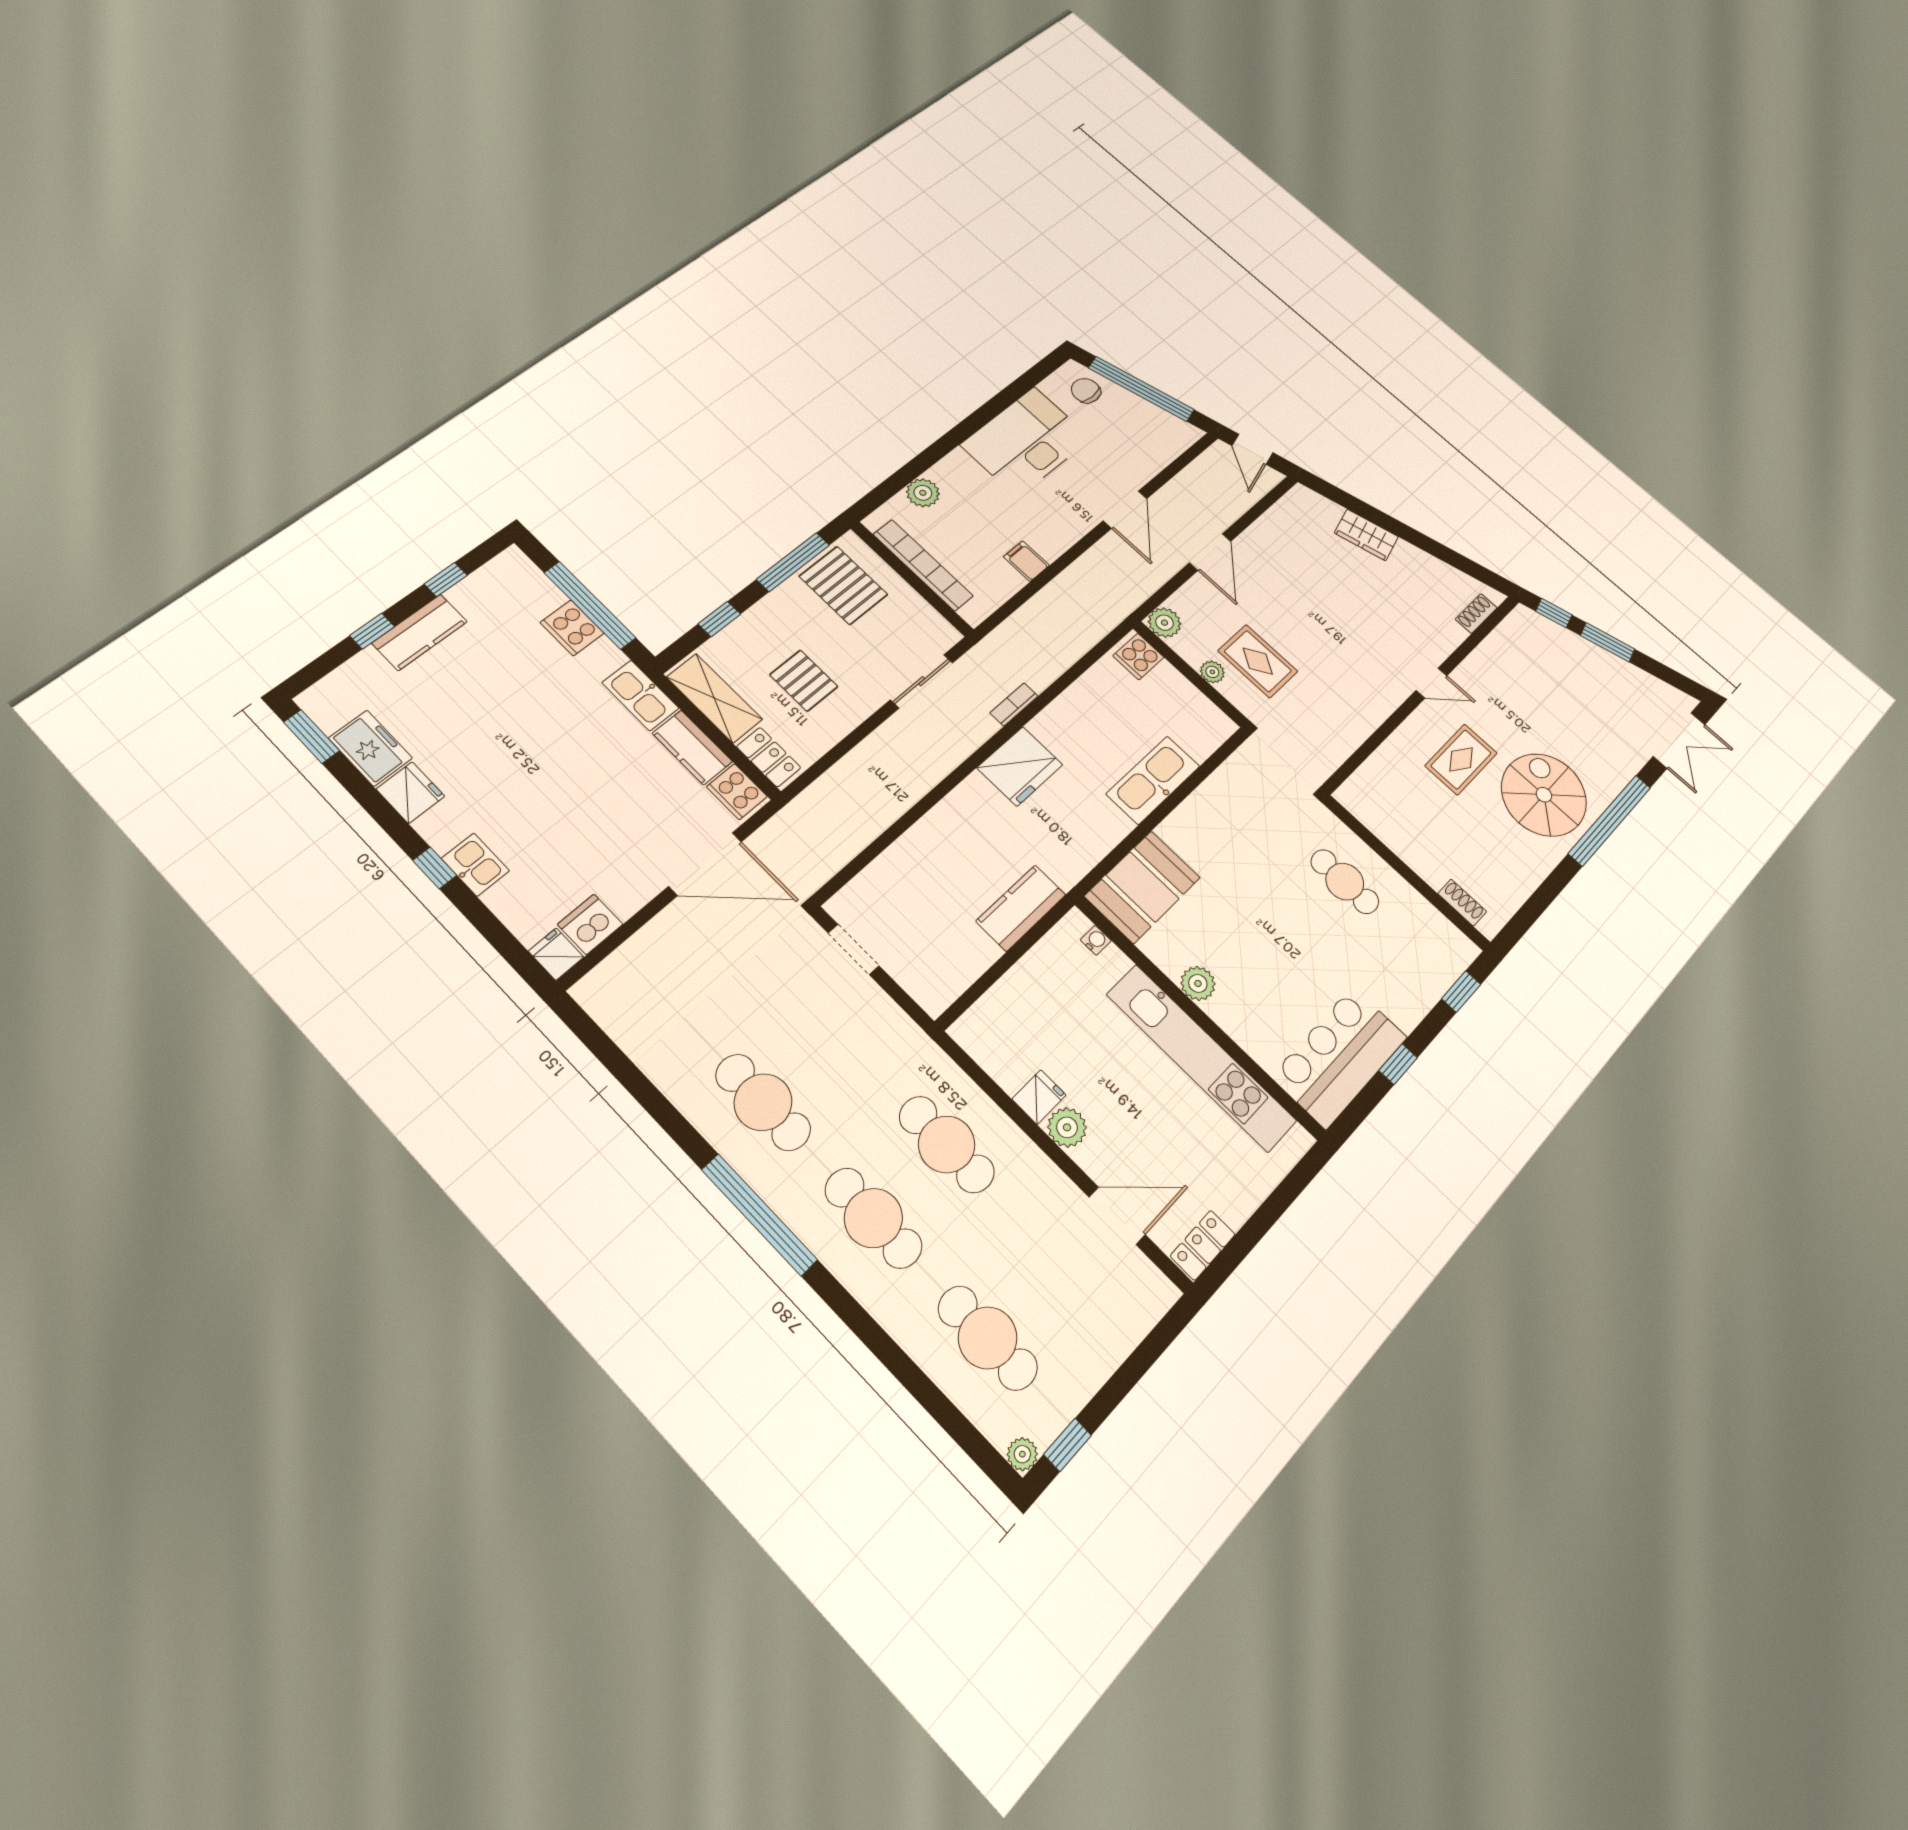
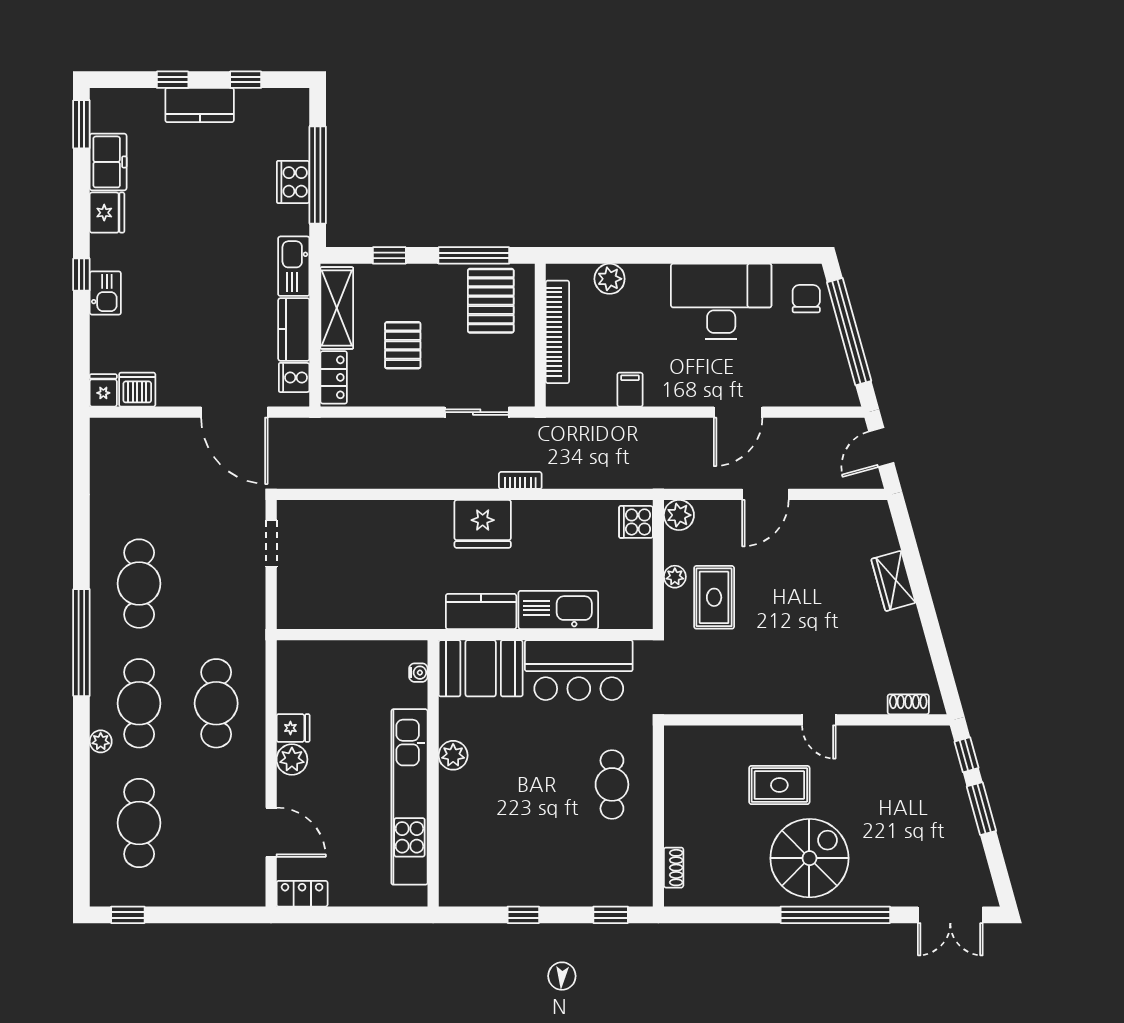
cooker: (737, 792) -> (294, 377), width x0.73
kitchen counter: (1021, 908) -> (481, 611), moved
bar counter: (1340, 1057) -> (579, 670), moved, turned 180
plant: (1022, 1454) -> (101, 741), moved

